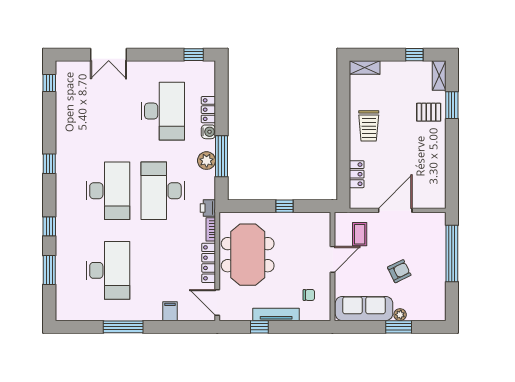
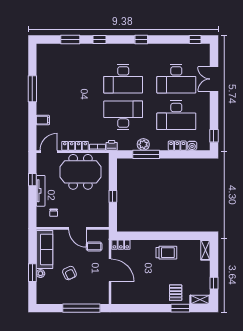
trolley: (369, 126) -> (166, 253), turned 180
water cooler: (208, 132) -> (192, 146), moved
locker: (357, 174) -> (121, 245), moved
desk: (108, 270) -> (176, 79), moved

